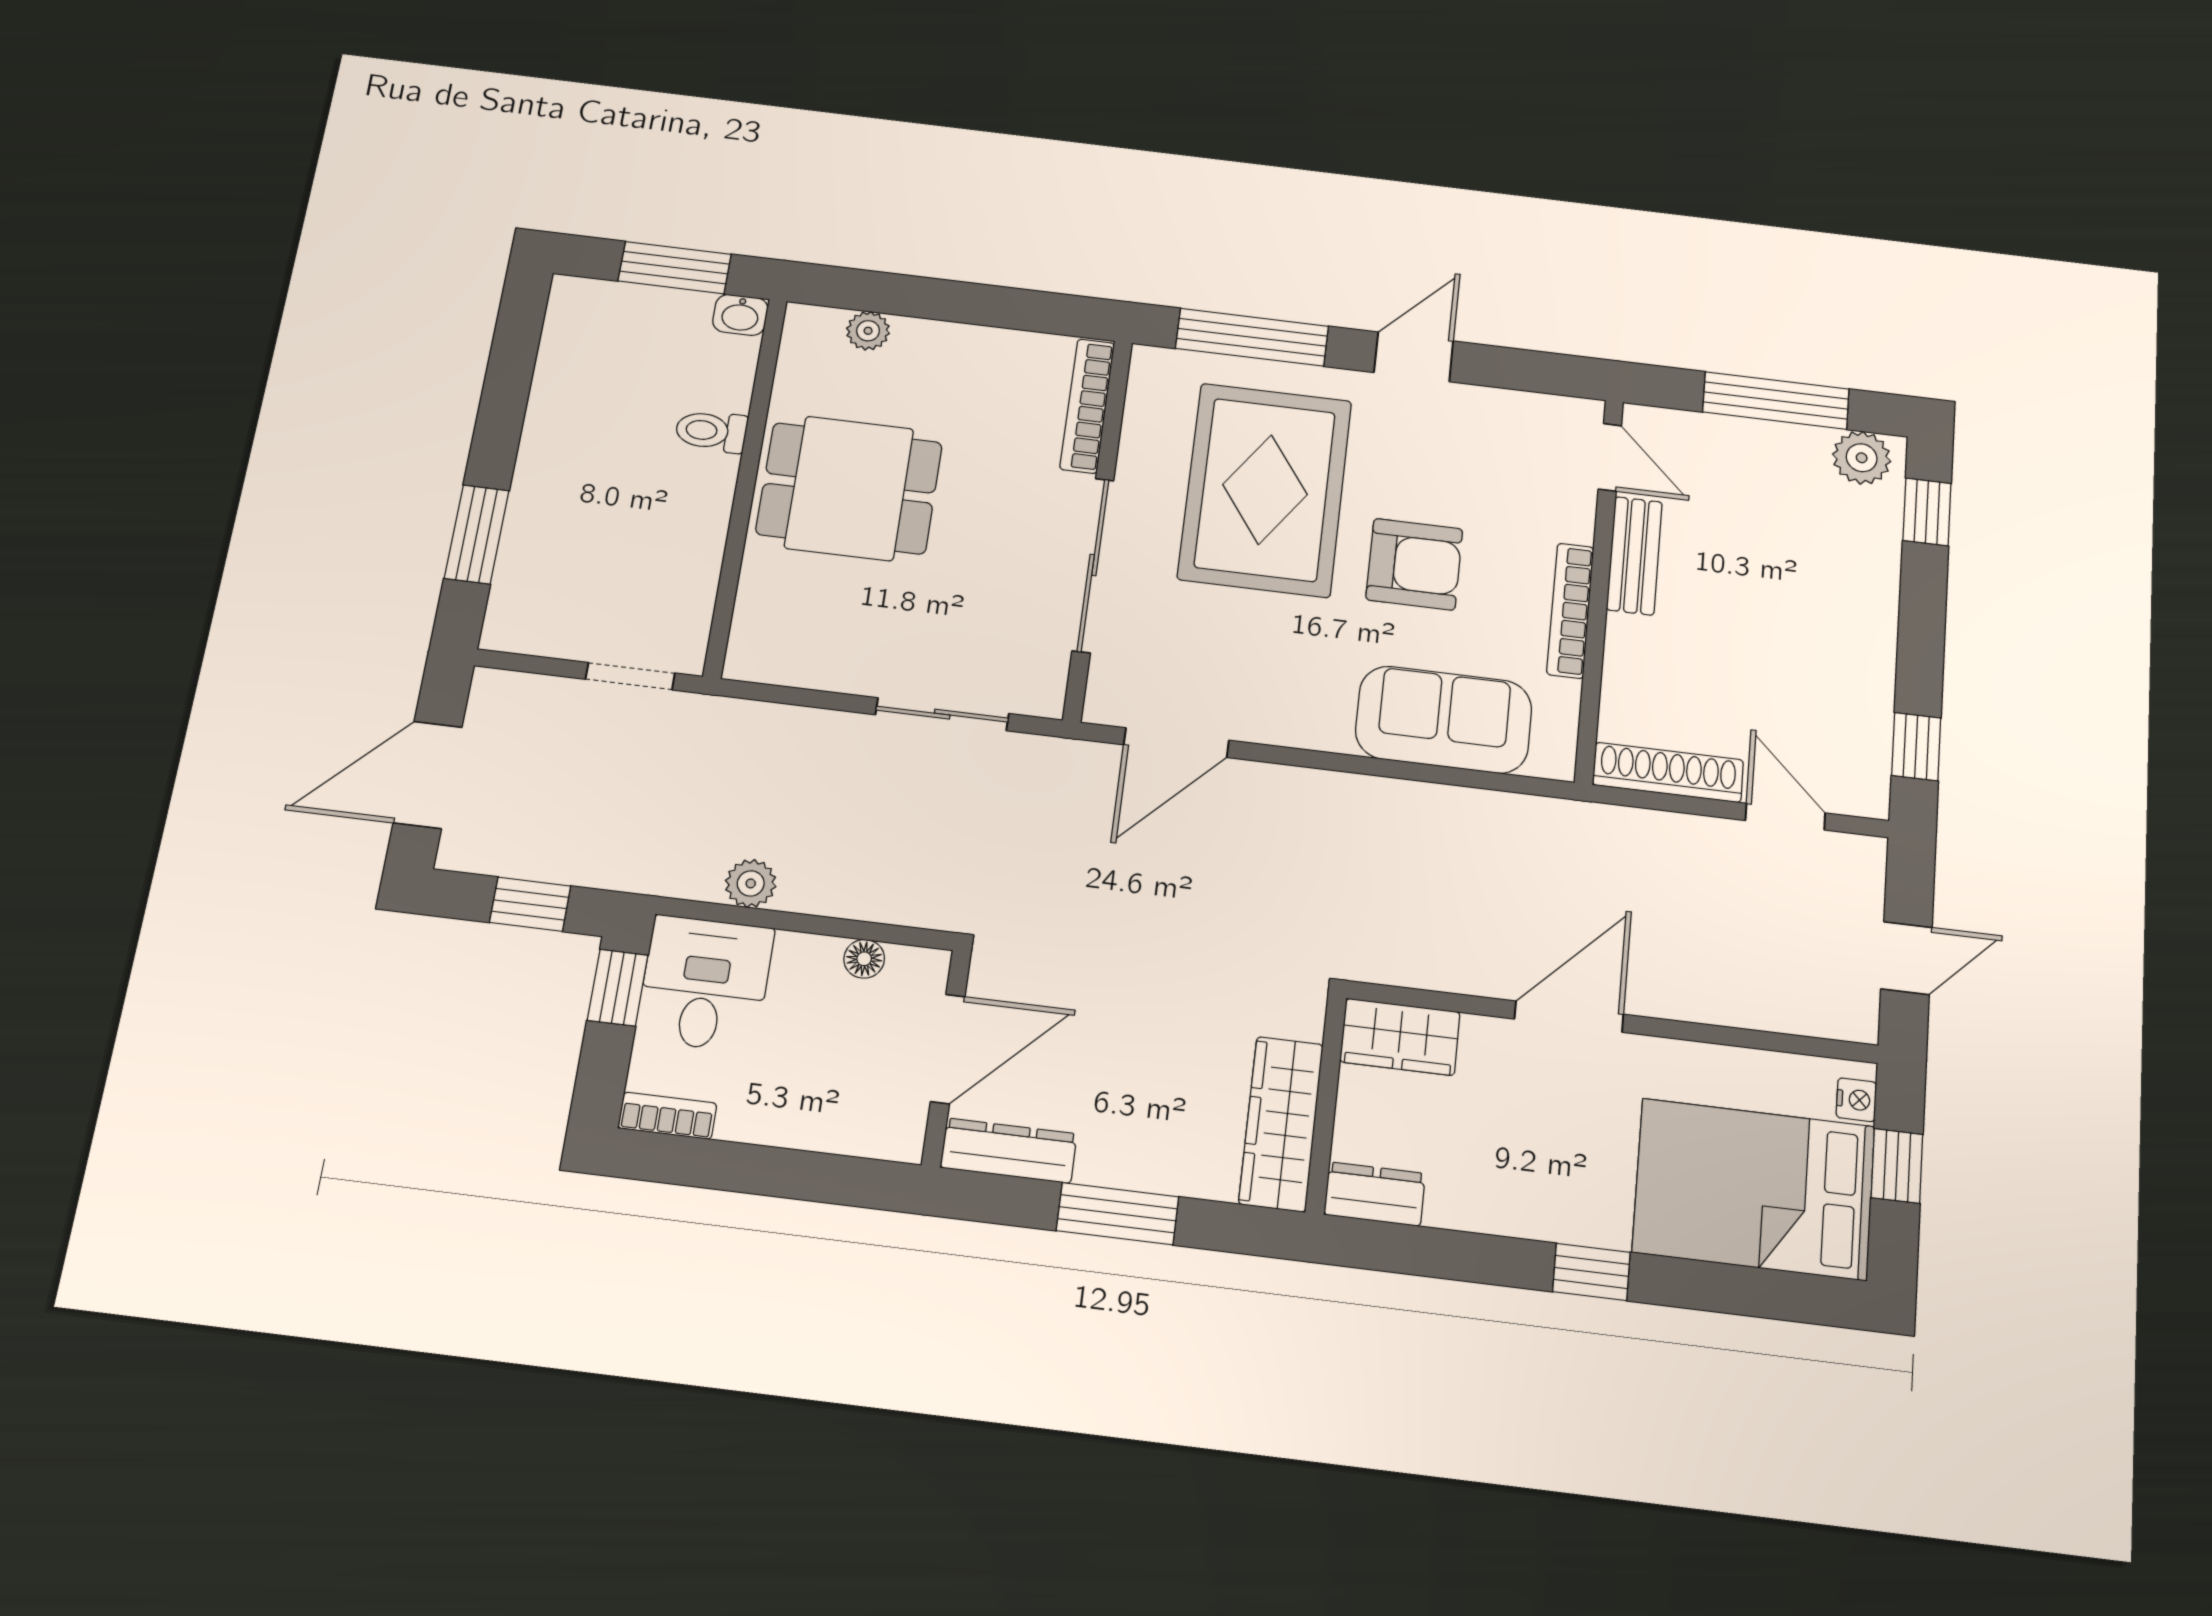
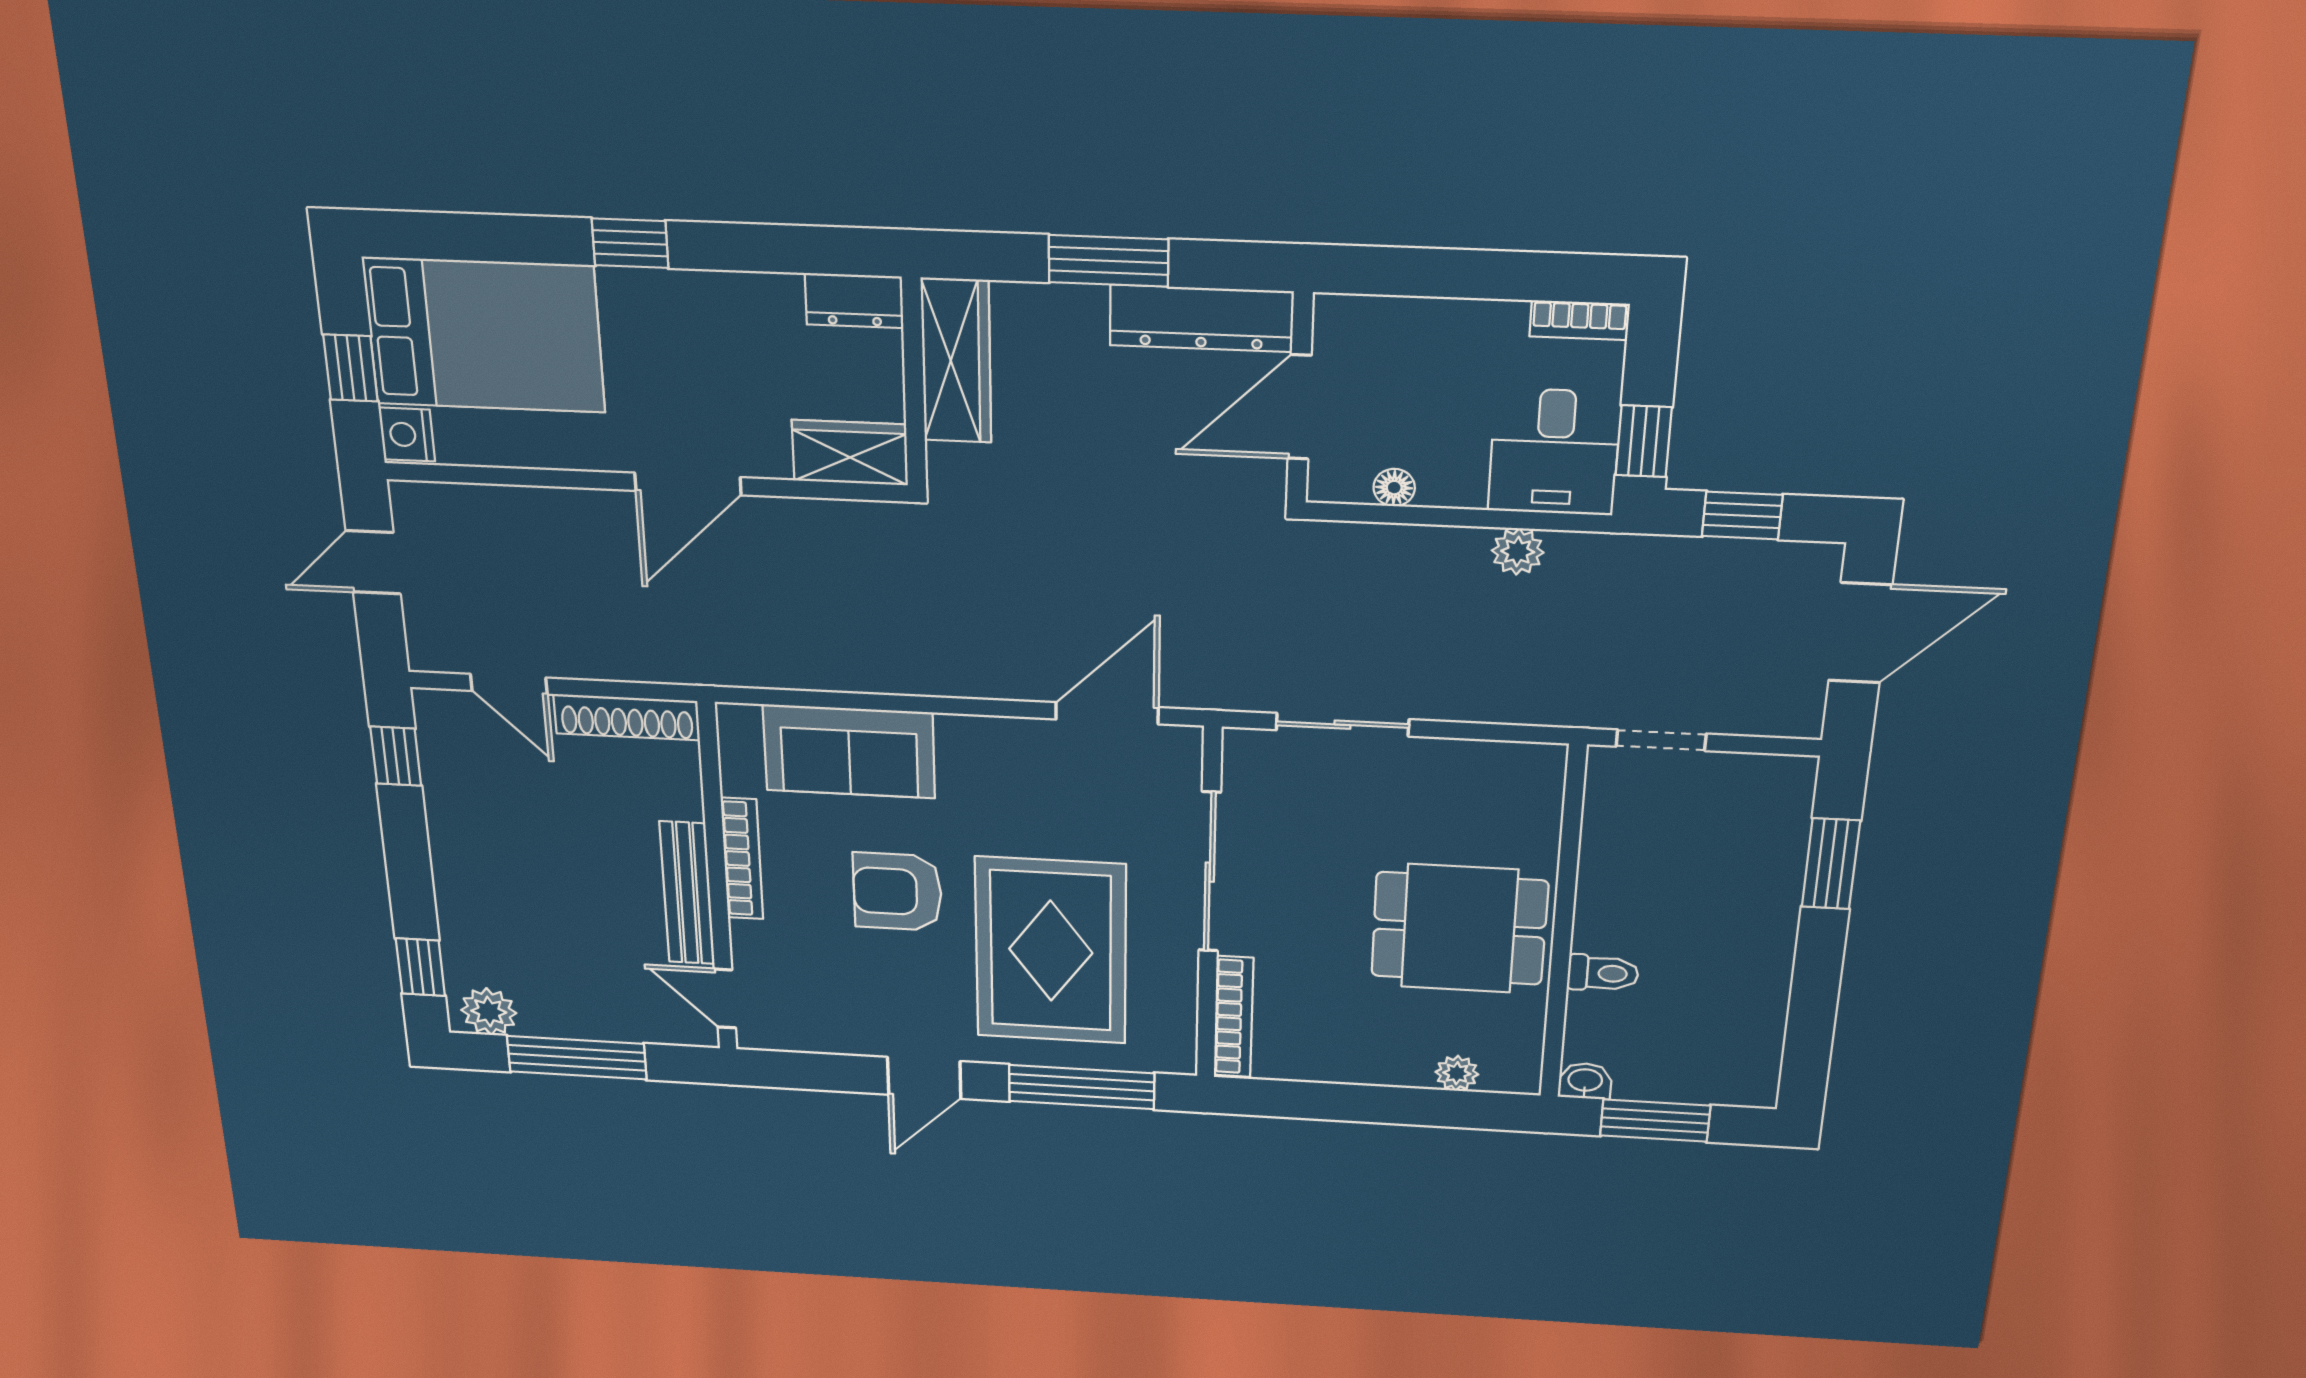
bench: (1634, 556) -> (687, 893), width x1.36
nightstand: (1856, 1100) -> (407, 435), width x1.39, depth x1.35
dresser: (1009, 1151) -> (1201, 318), width x1.37, depth x1.24

